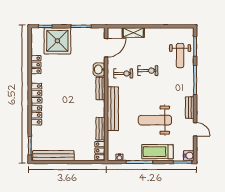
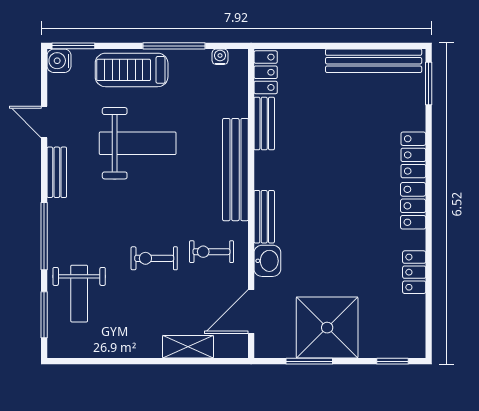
shower: (57, 41) -> (327, 328), moved
weight bench: (180, 55) -> (79, 294), turned 180
treadmill: (157, 152) -> (132, 70), turned 180

